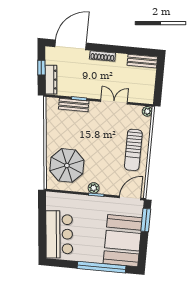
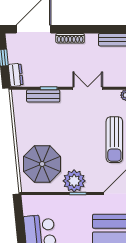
dresser: (51, 80) -> (16, 75), width x0.70
plant: (94, 188) -> (74, 181), width x1.87, depth x1.87

